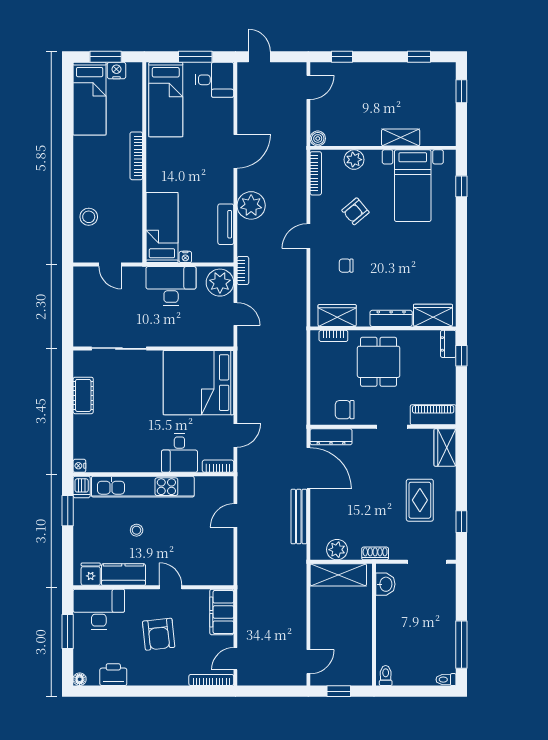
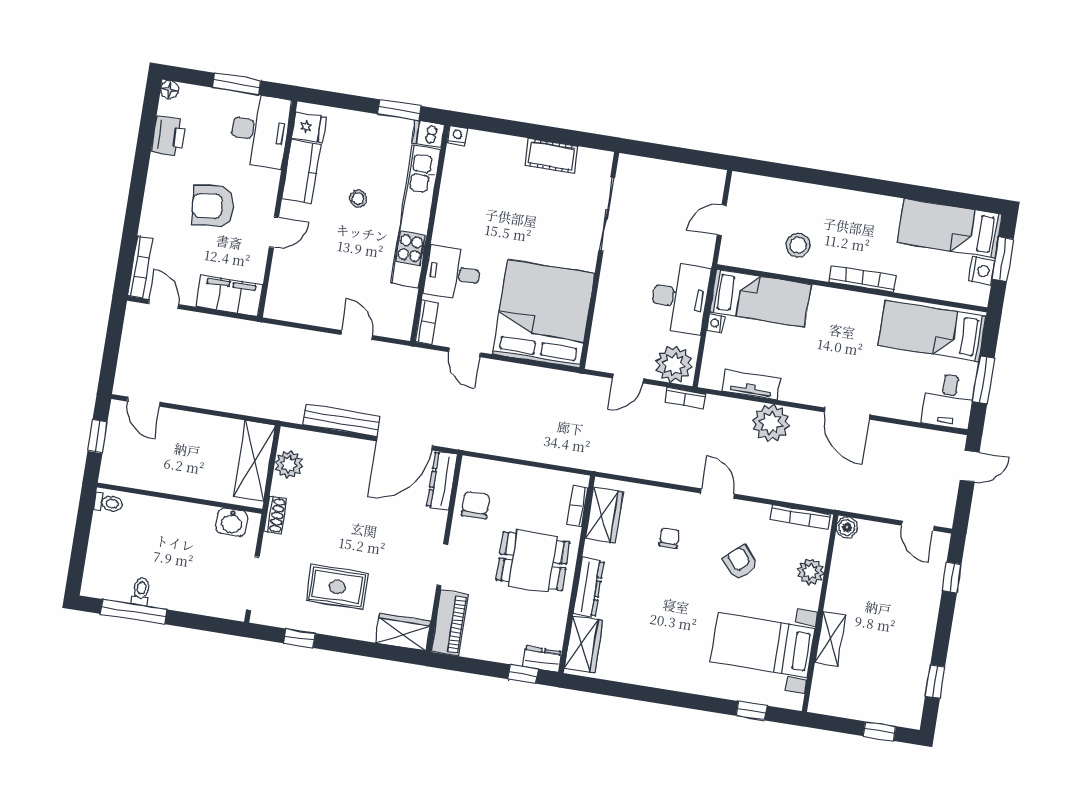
stool: (89, 217) -> (798, 245), moved
toilet: (446, 680) -> (141, 592), moved

